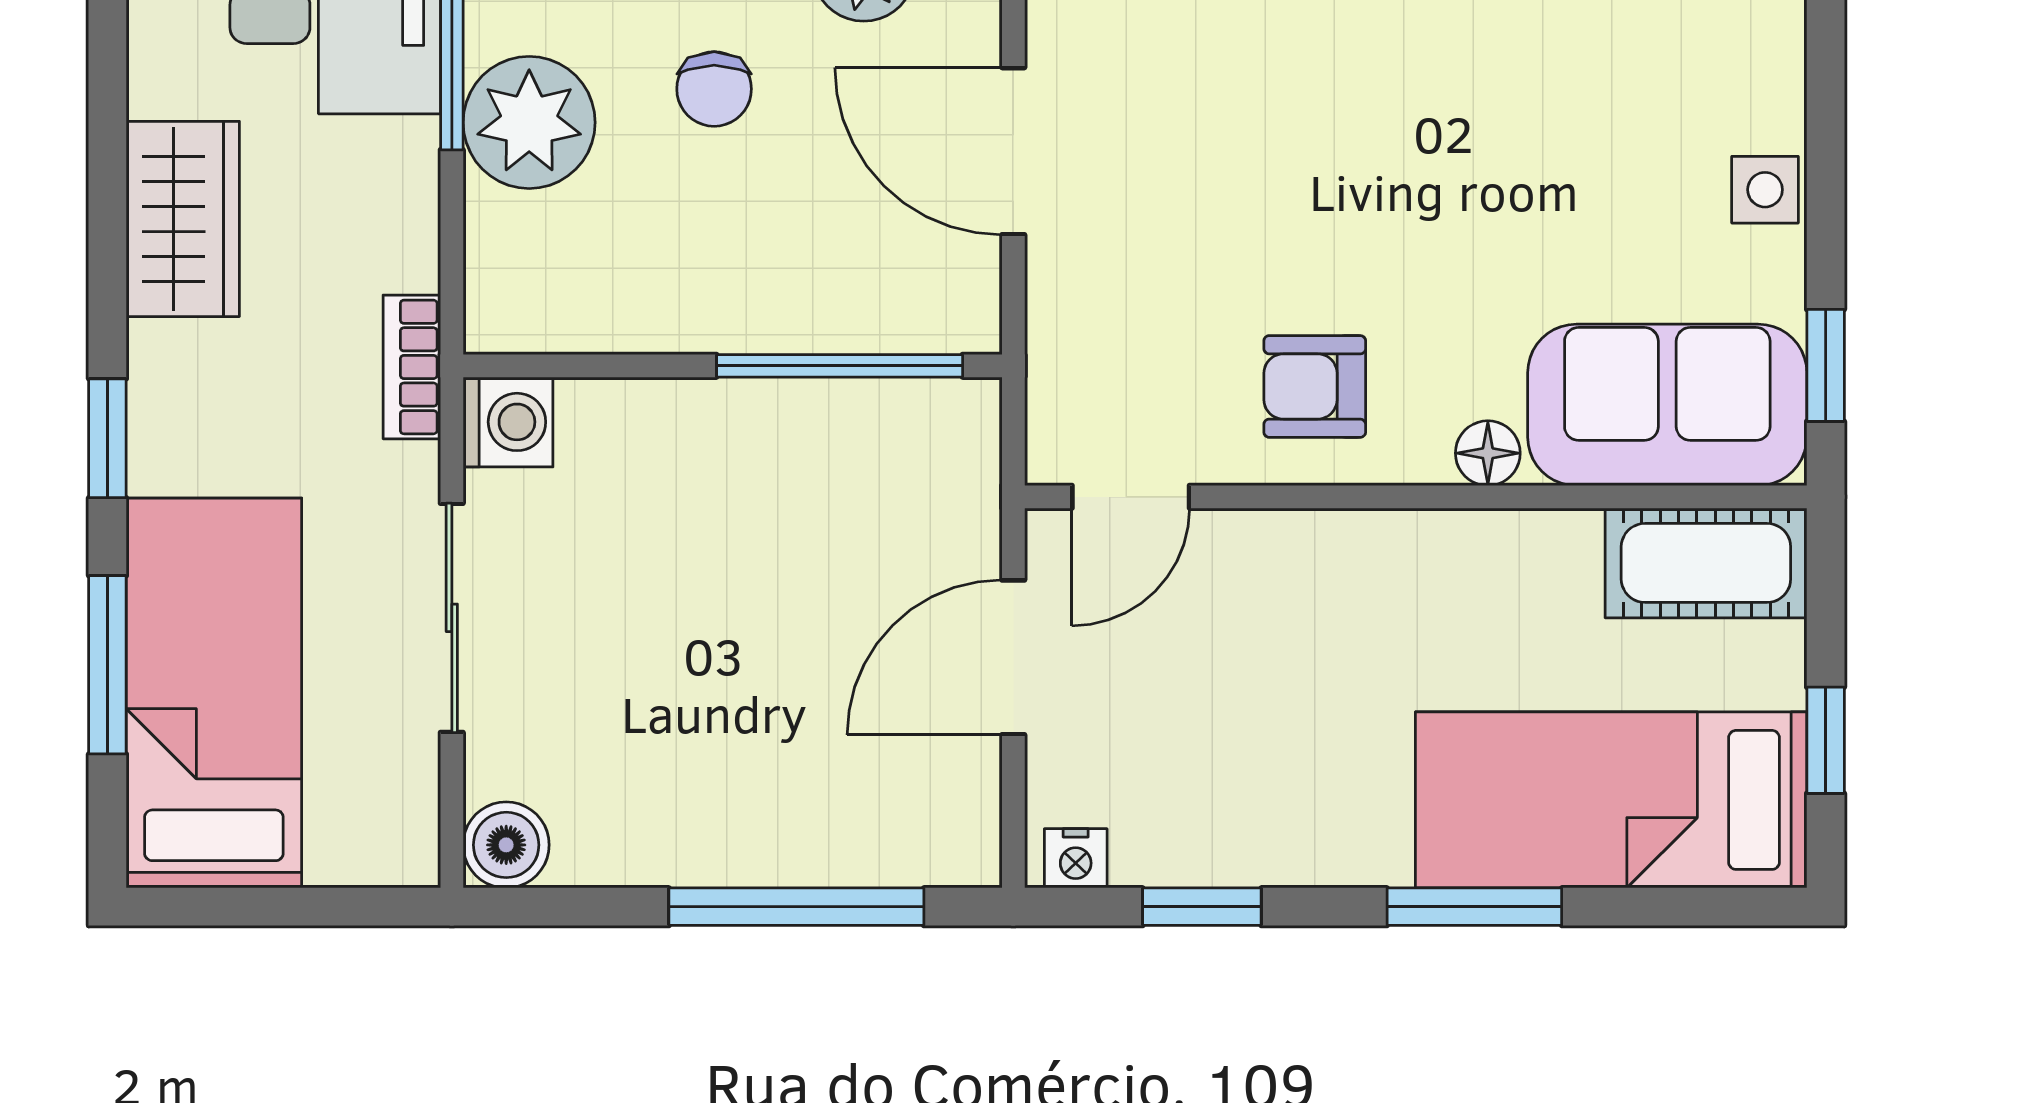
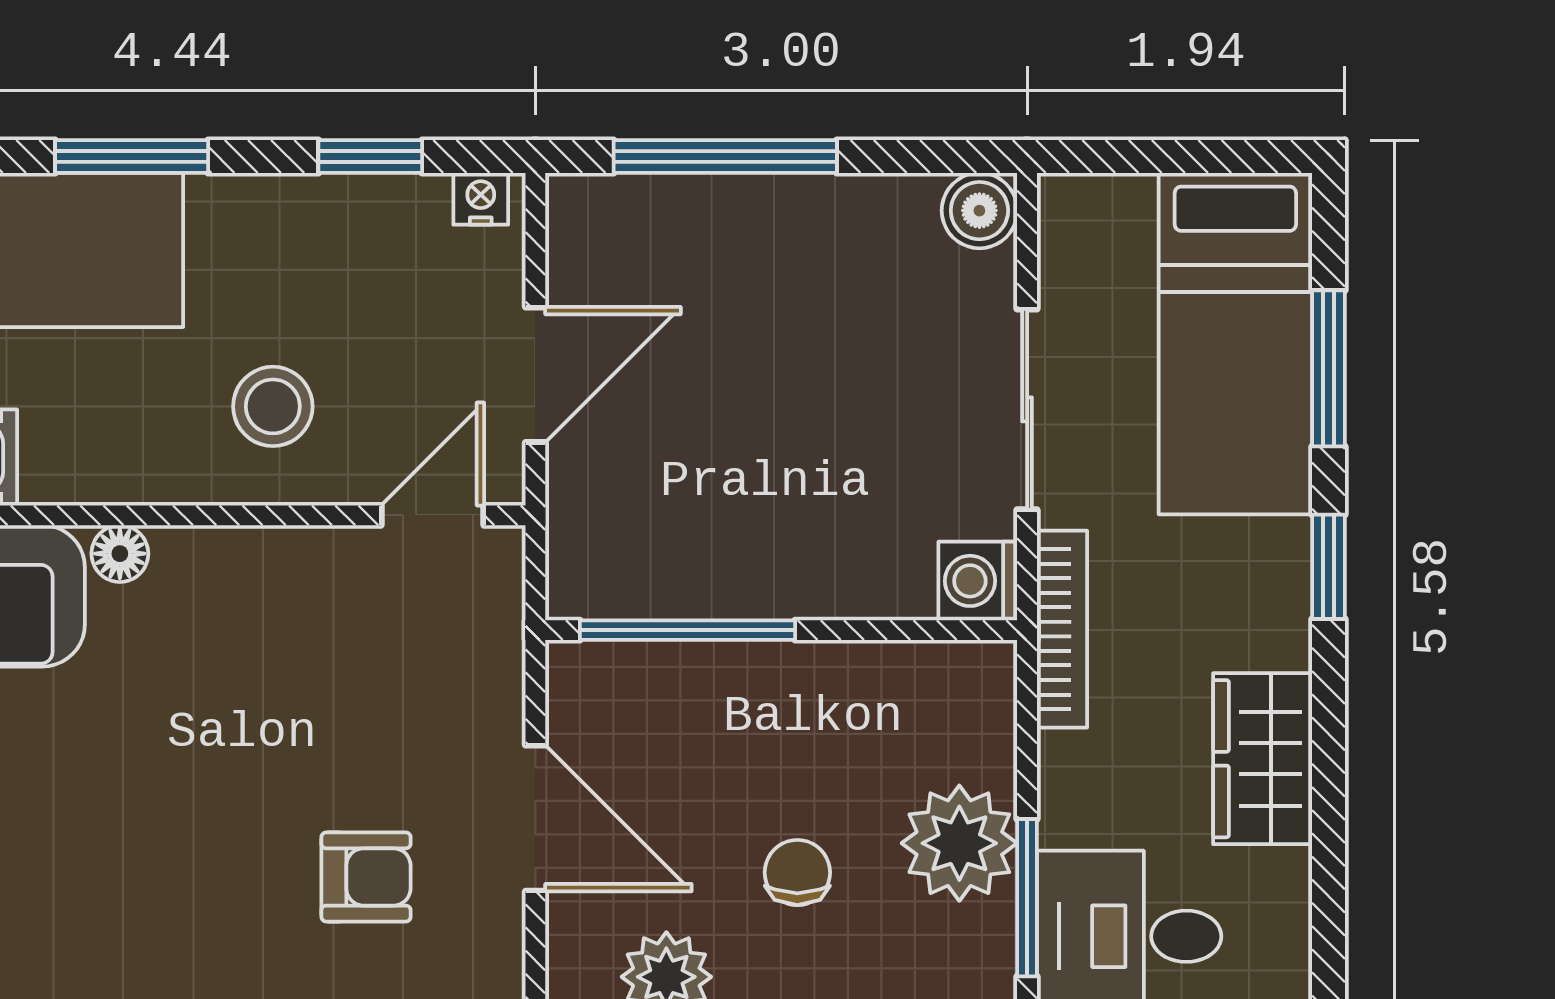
bookcase: (412, 367) -> (1062, 629), width x1.56
armchair: (1315, 386) -> (366, 877), moved
stool: (1313, 621) -> (273, 406), added

